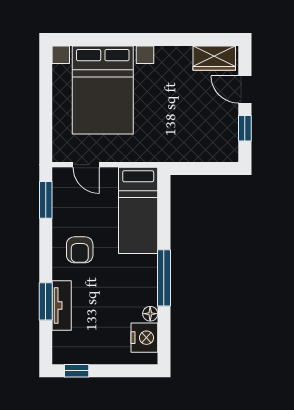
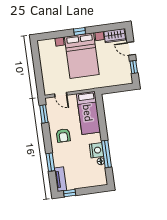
window: (143, 39) -> (80, 31), added
bed with nightstands: (103, 90) -> (82, 56), moved
window: (164, 278) -> (107, 154), moved
tv unit: (62, 305) -> (60, 179), moved
nightstand: (144, 338) -> (97, 150), moved

